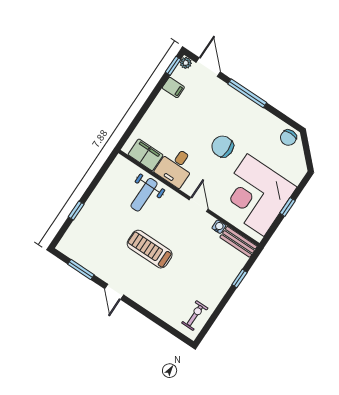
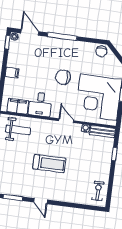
filing cabinet: (173, 88) -> (12, 73), moved
weight bench: (144, 195) -> (18, 130), moved, turned -90
treadmill: (150, 249) -> (49, 164), turned 180

